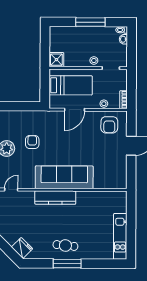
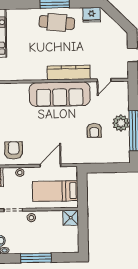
door: (11, 190) -> (104, 80), moved
cafe table: (65, 245) -> (57, 23), width x1.37, depth x1.35
fridge: (22, 248) -> (92, 15), moved, turned -45

